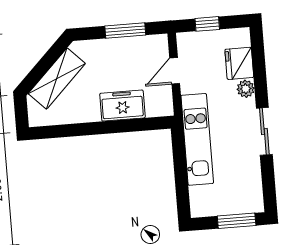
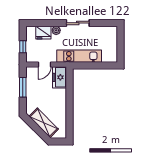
door: (175, 71) -> (45, 65), hinge flipped
freezer: (122, 106) -> (60, 77), moved
window: (237, 221) -> (121, 40), removed

